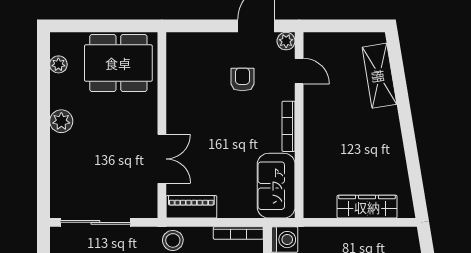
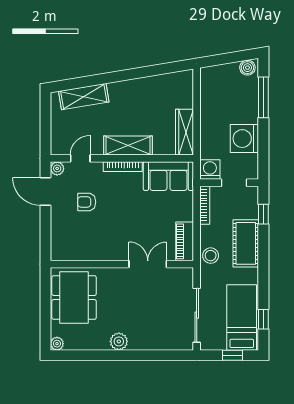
plant: (58, 64) -> (57, 344), moved
shelving: (316, 133) -> (128, 145), added
wardrobe: (367, 207) -> (185, 132), moved

